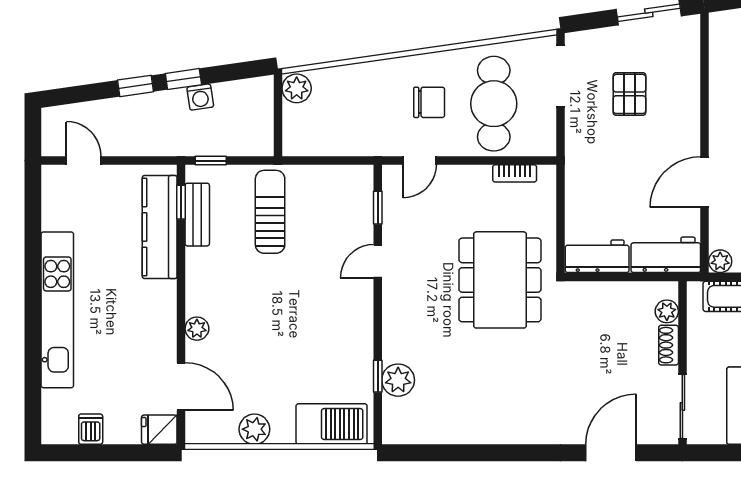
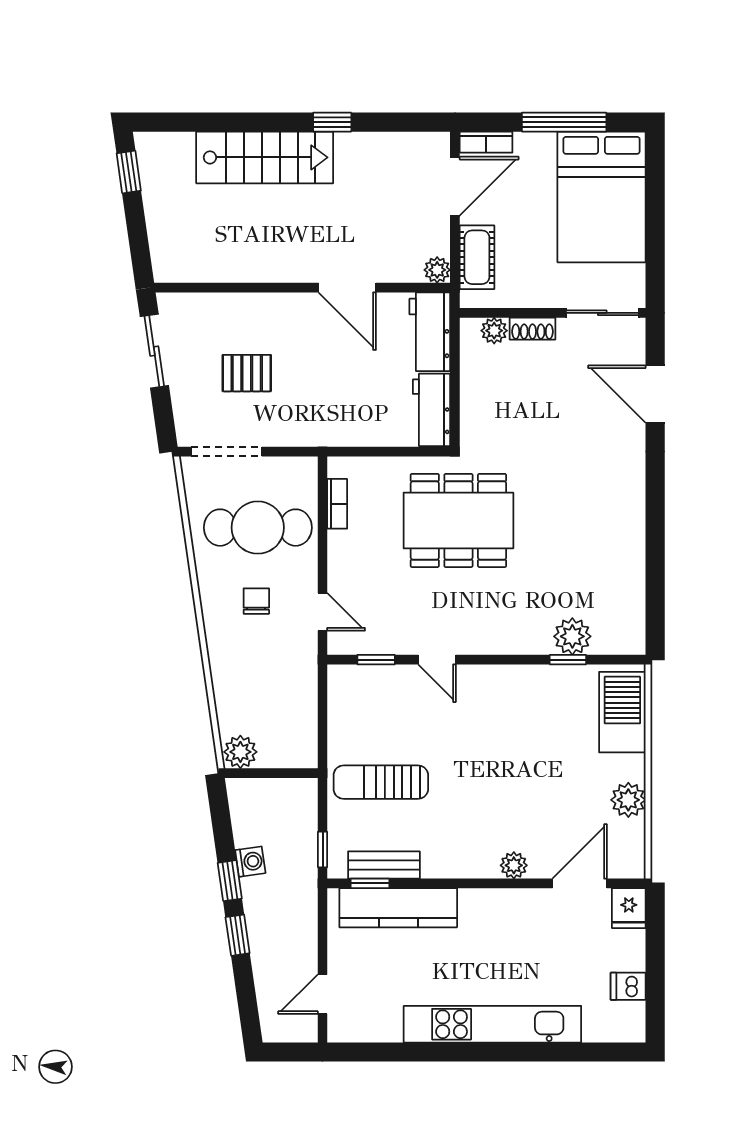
chair: (429, 102) -> (256, 601), width x0.73, depth x0.73

